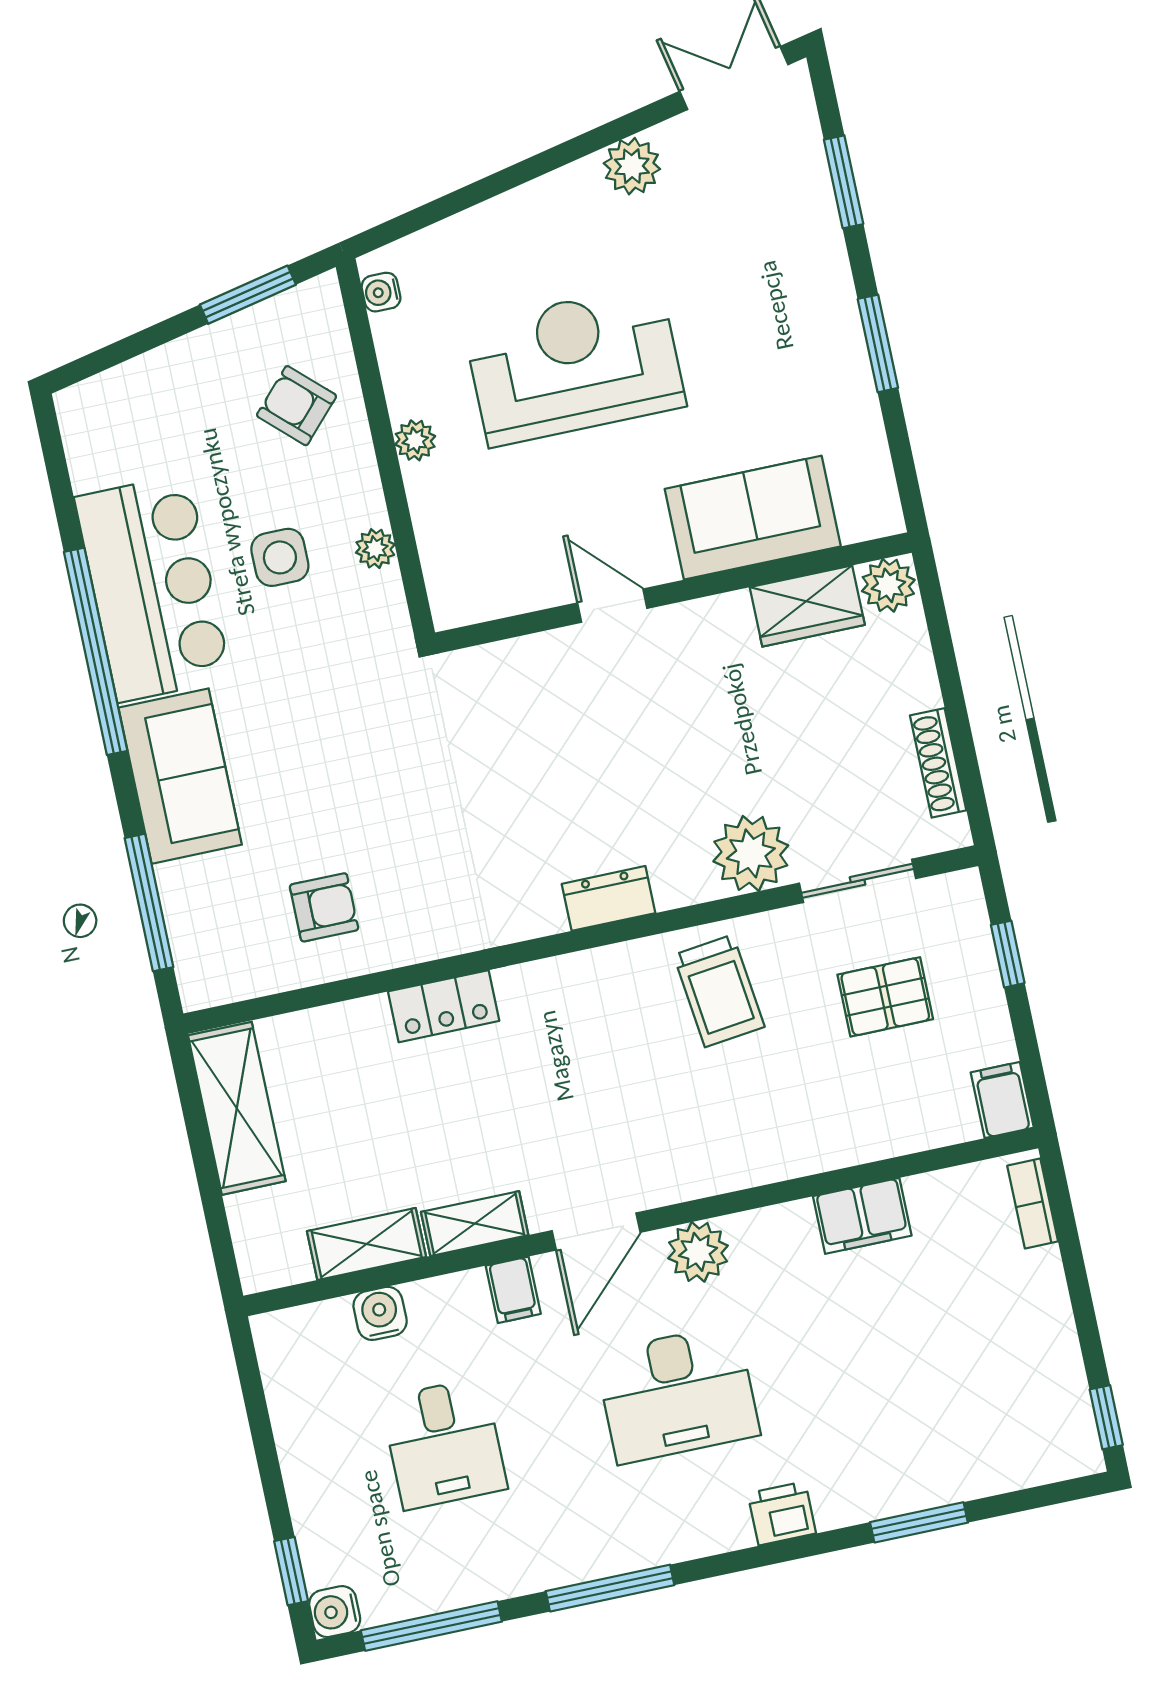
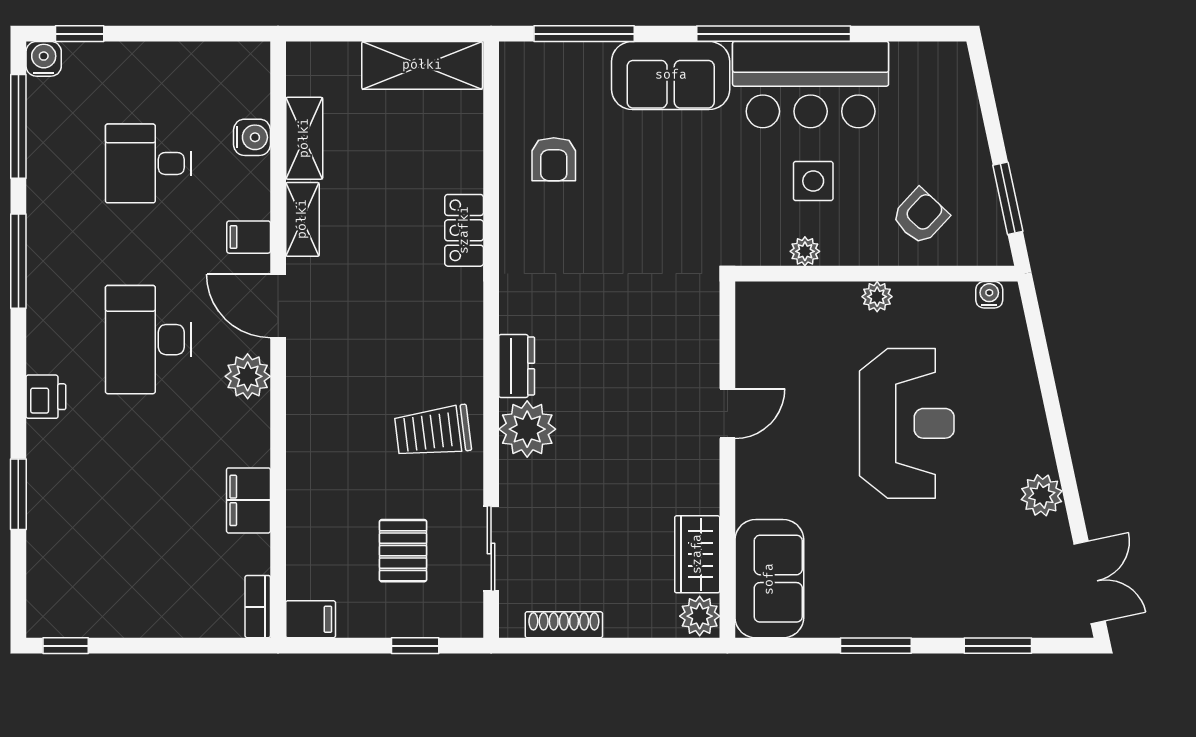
sofa: (753, 518) -> (769, 579), moved
plant: (751, 853) -> (527, 429), moved
bookcase: (1033, 1203) -> (258, 607), moved, turned -90

